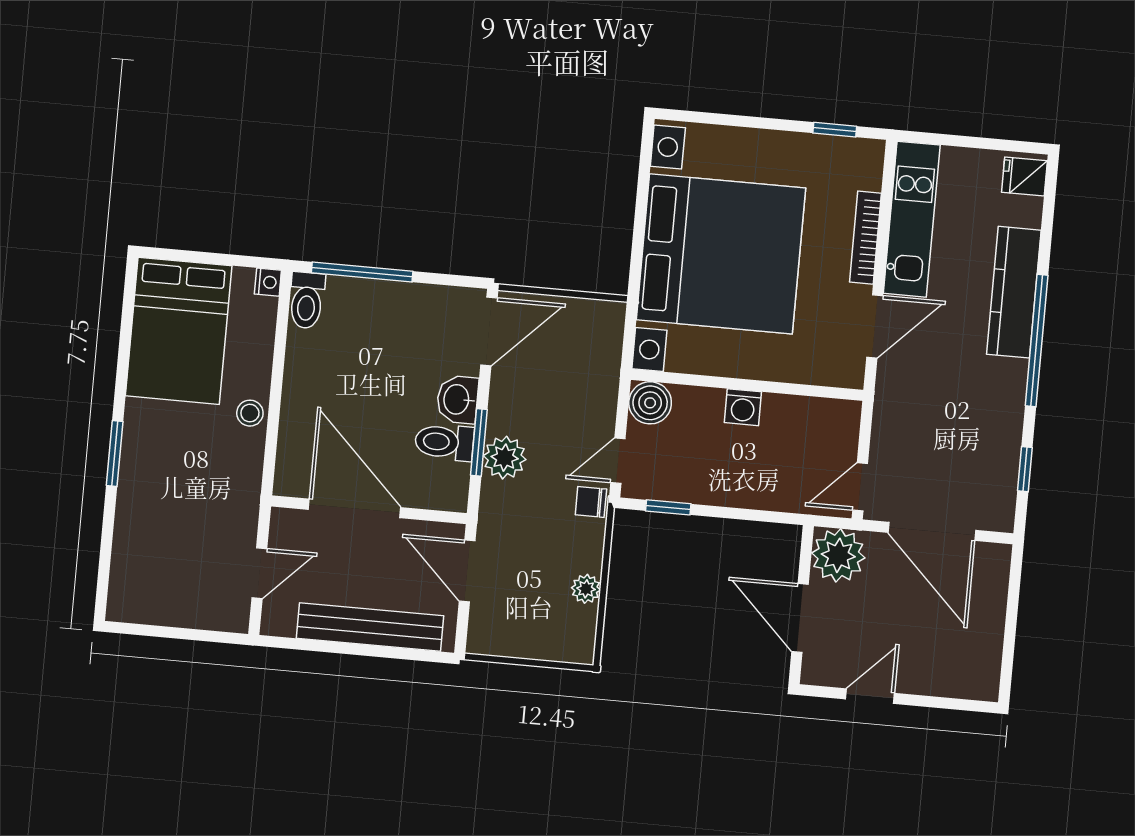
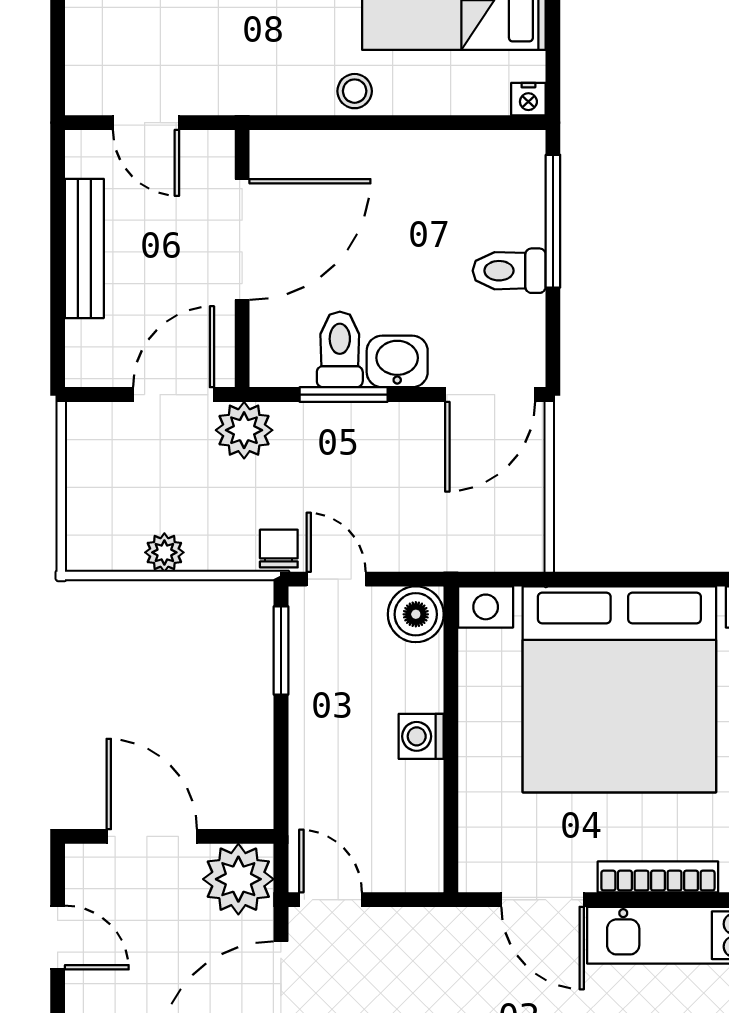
toilet: (307, 300) -> (509, 271), moved
door: (489, 331) -> (490, 395), hinge flipped
plant: (505, 458) -> (244, 430), moved
window: (668, 507) -> (281, 651), width x1.50
door: (800, 618) -> (152, 836), hinge flipped
bench: (370, 627) -> (84, 248), width x0.73, depth x0.82

